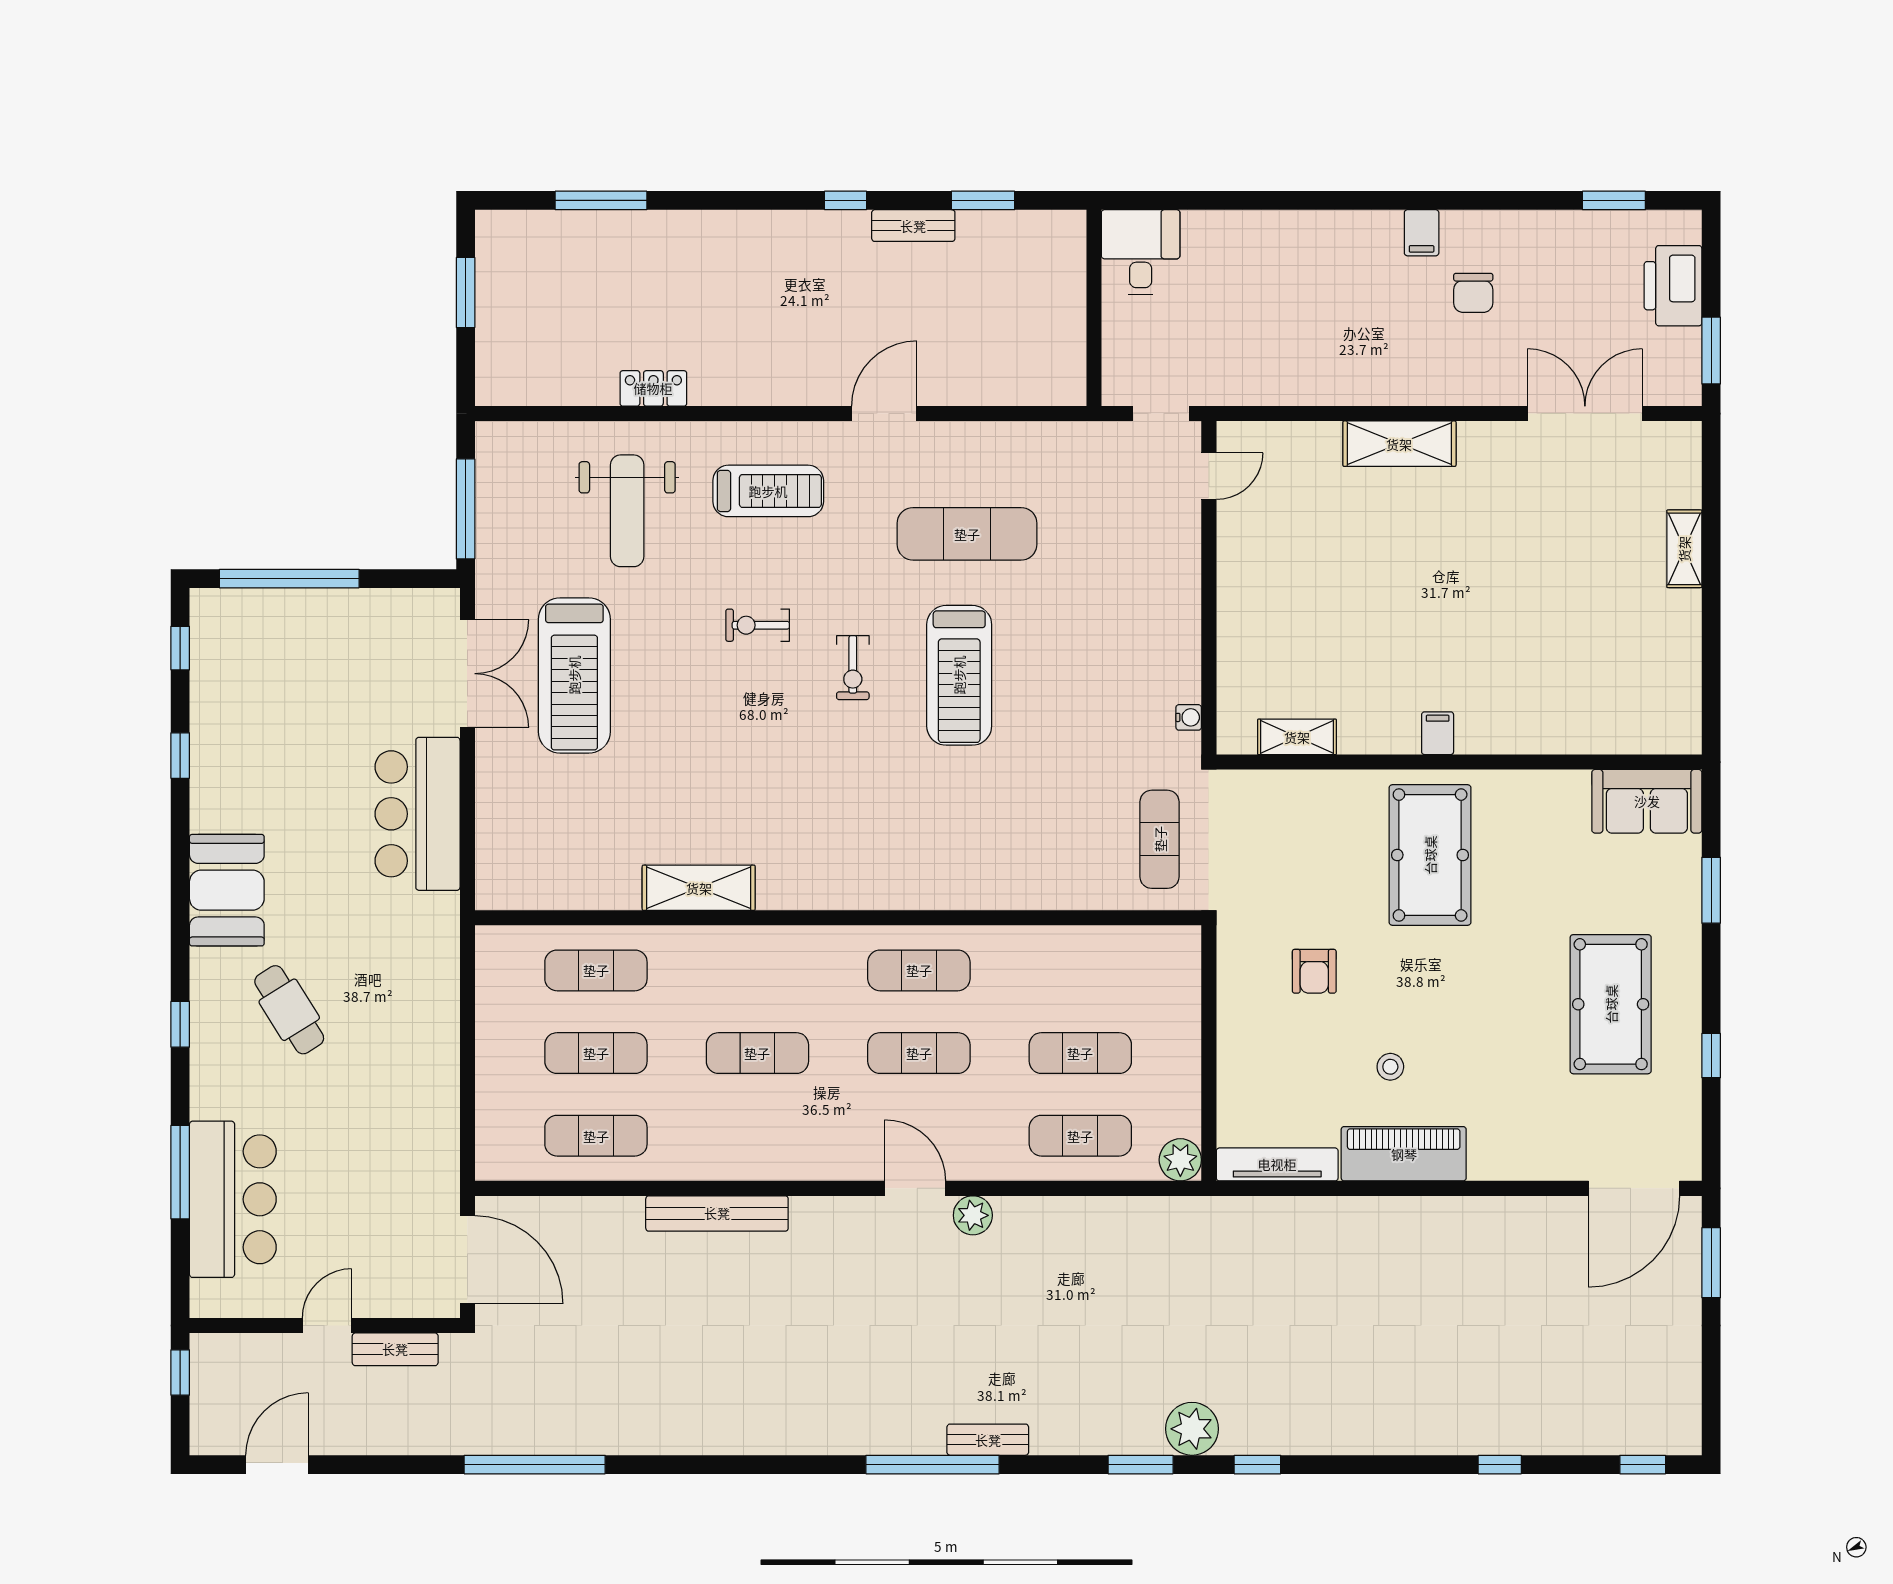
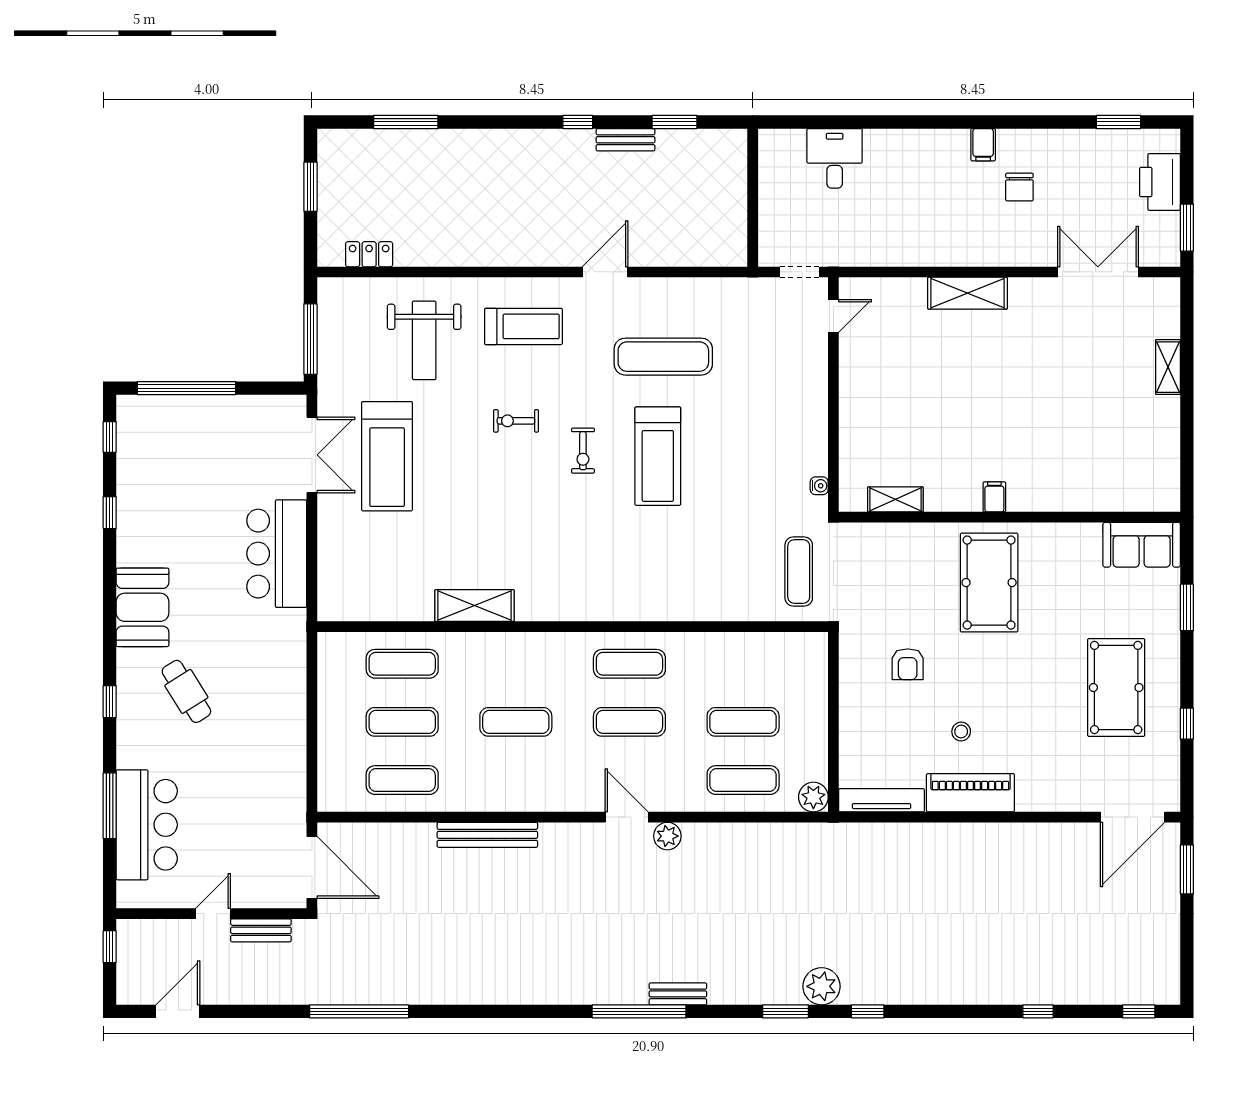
desk: (1141, 252) -> (835, 158), moved
locker: (653, 388) -> (369, 254), moved

